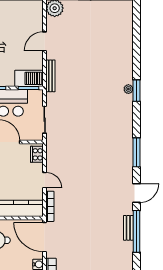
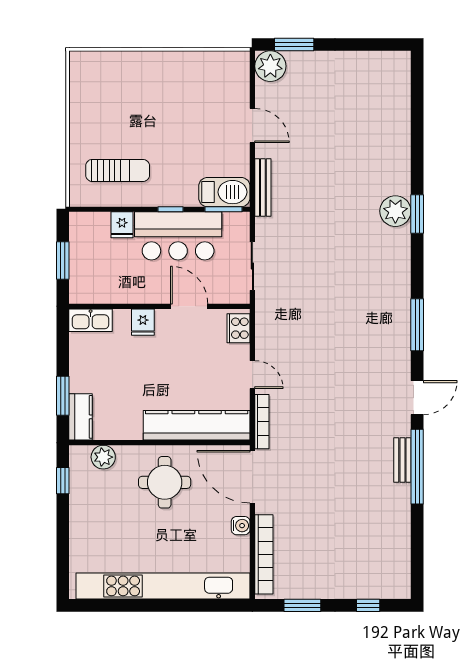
door: (45, 41) -> (252, 126), swing flipped
plant: (128, 89) -> (395, 211), width x1.88, depth x1.88

